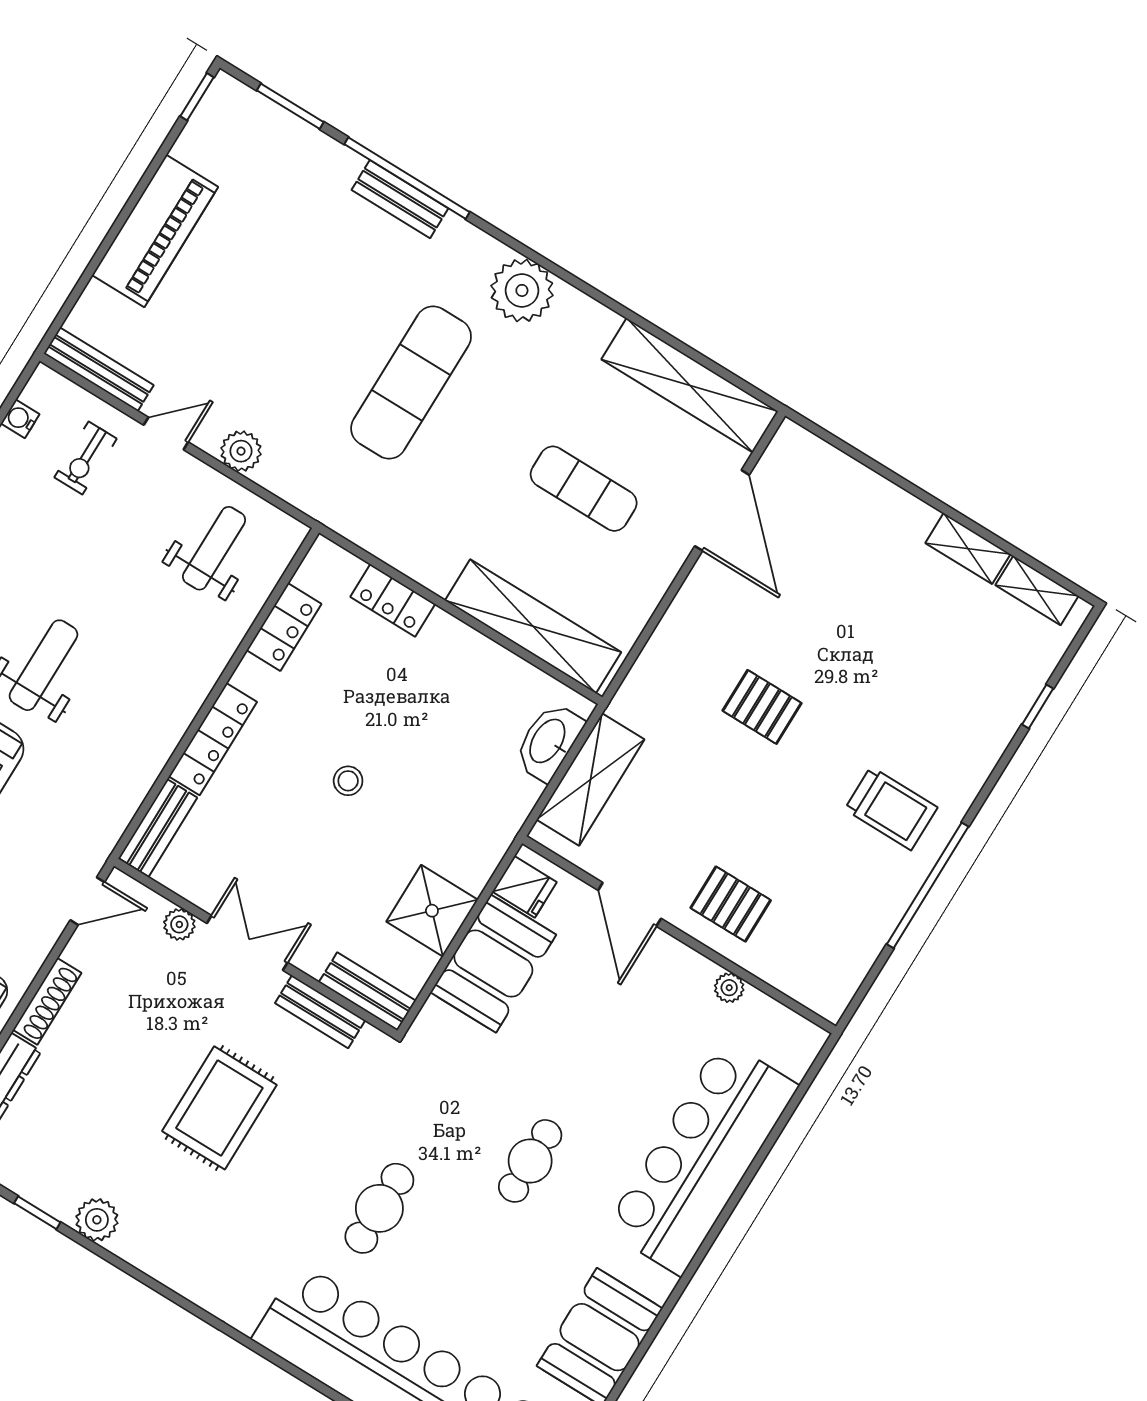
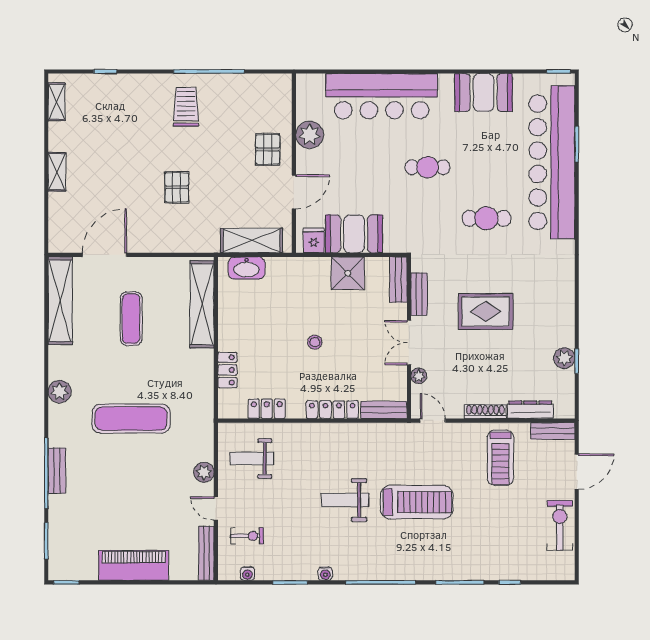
plant: (522, 290) -> (60, 392), width x0.73, depth x0.73
shelving: (968, 549) -> (57, 172), moved
plant: (729, 988) -> (310, 135), width x1.87, depth x1.87
plant: (97, 1220) -> (564, 358), moved

